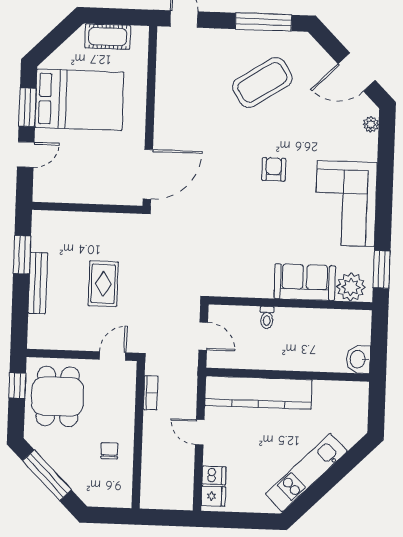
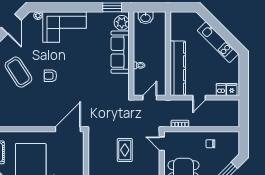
armchair: (274, 169) -> (50, 76), moved
door: (148, 174) -> (68, 129), hinge flipped
corner sofa: (346, 203) -> (64, 27), moved
sofa: (305, 282) -> (120, 52), width x1.36
rug: (103, 284) -> (125, 150), turned 90
washbasin: (358, 359) -> (146, 18), moved

